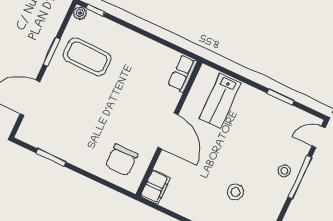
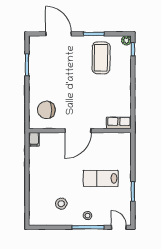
lab bench: (220, 101) -> (101, 178), moved
filing cabinet: (155, 187) -> (34, 139), width x0.50
stool: (235, 192) -> (61, 204), moved

